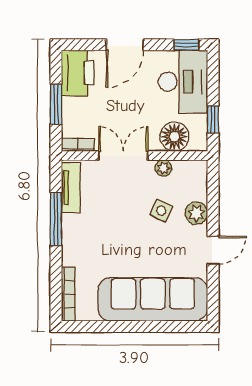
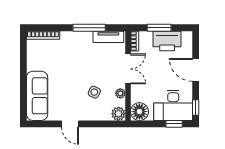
printer: (78, 73) -> (167, 41), moved
window: (213, 119) -> (174, 124), moved
floor lamp: (174, 137) -> (139, 112), moved
plant: (196, 213) -> (118, 114), moved
sofa: (153, 299) -> (37, 96), width x0.74, depth x0.79

